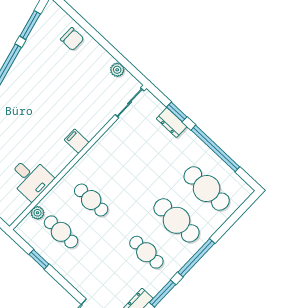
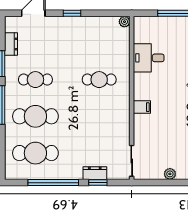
plant: (117, 70) -> (170, 174), moved
plant: (37, 213) -> (124, 22), moved
cafe table: (61, 232) -> (99, 43), removed
window: (39, 259) -> (72, 13), moved

